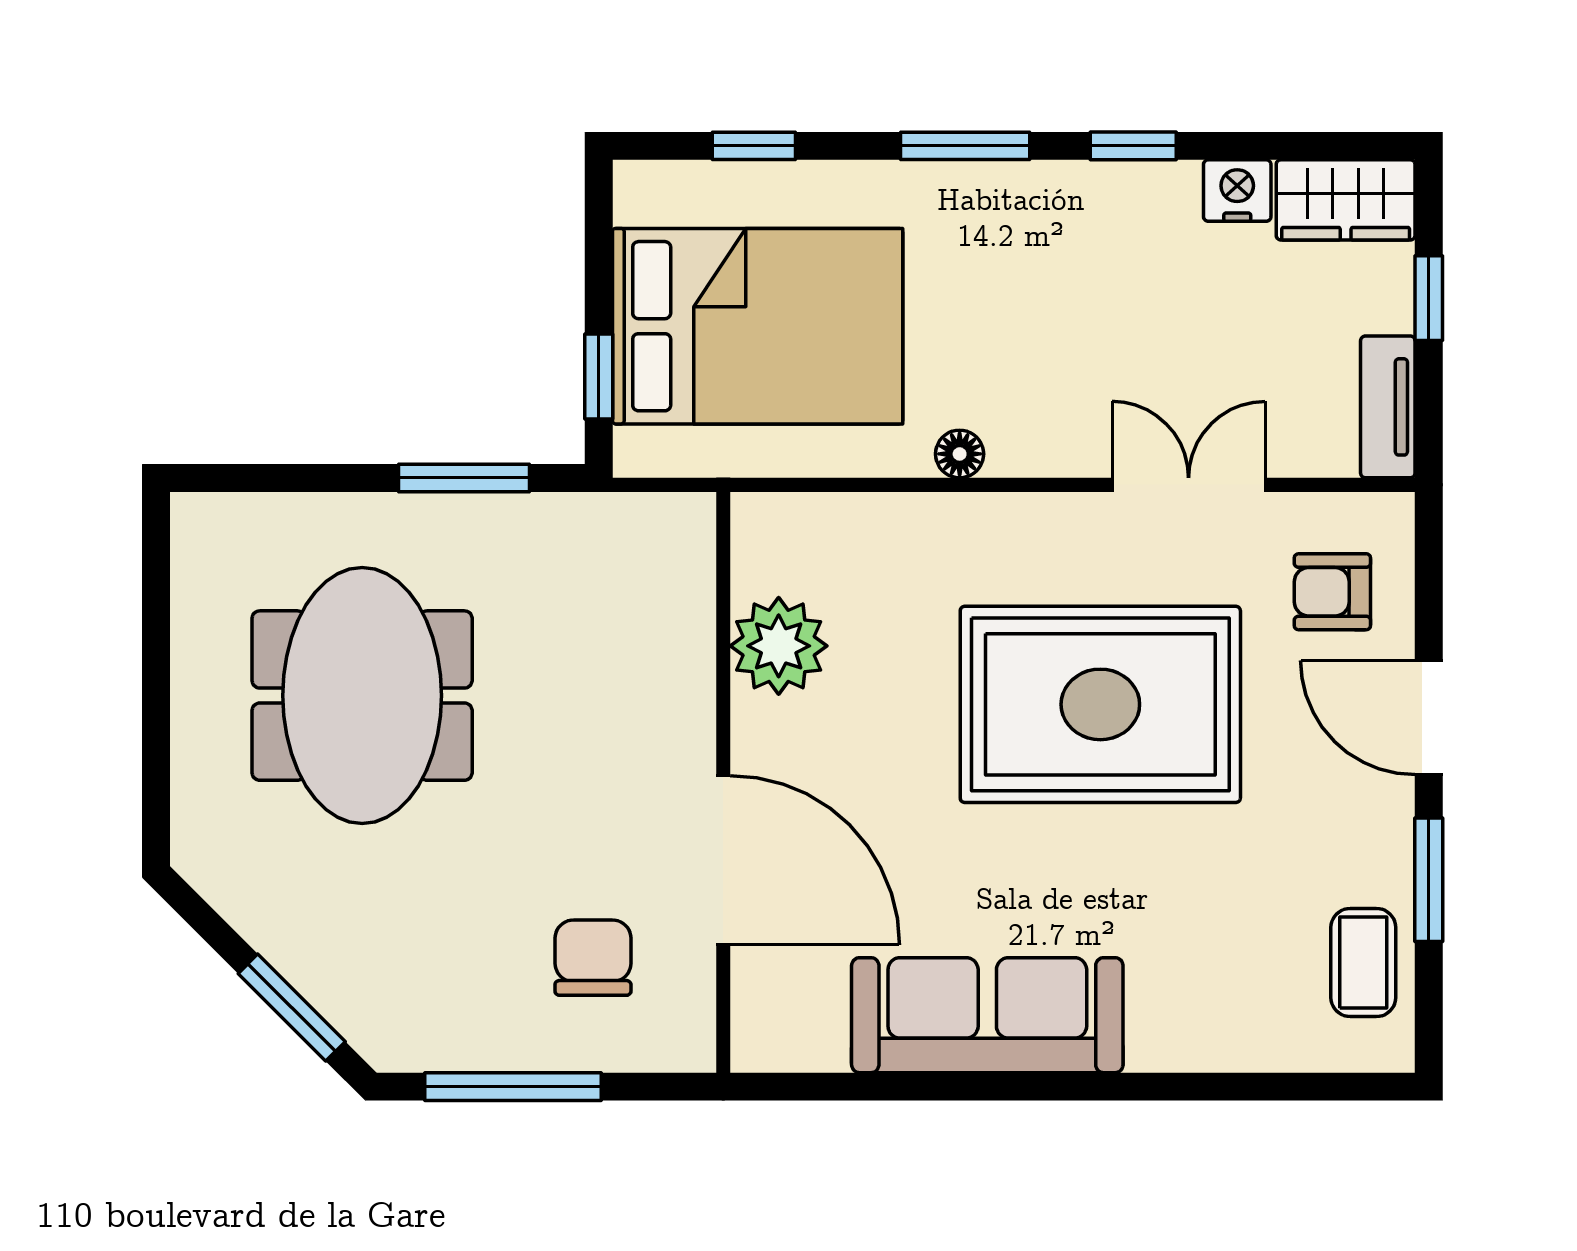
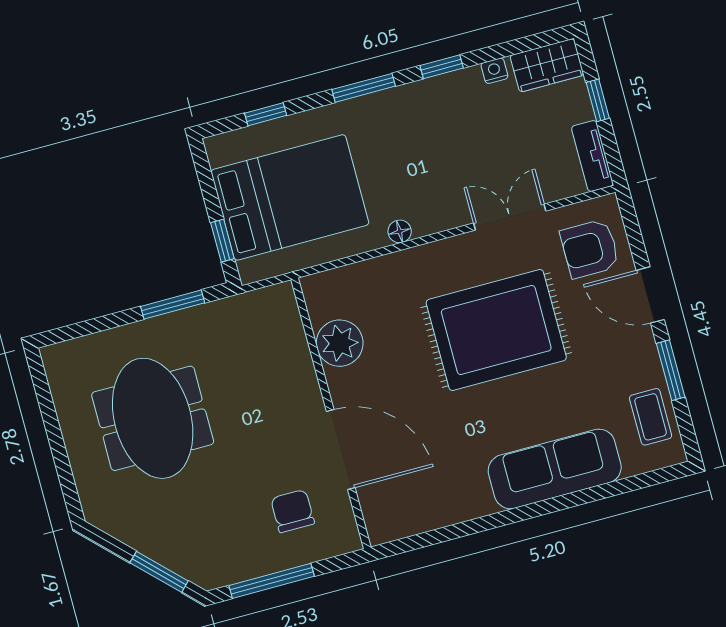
nightstand: (1237, 191) -> (494, 71), width x0.72, depth x0.74
armchair: (1332, 592) -> (590, 249), width x1.38, depth x1.38
sofa: (987, 1015) -> (555, 469), moved

